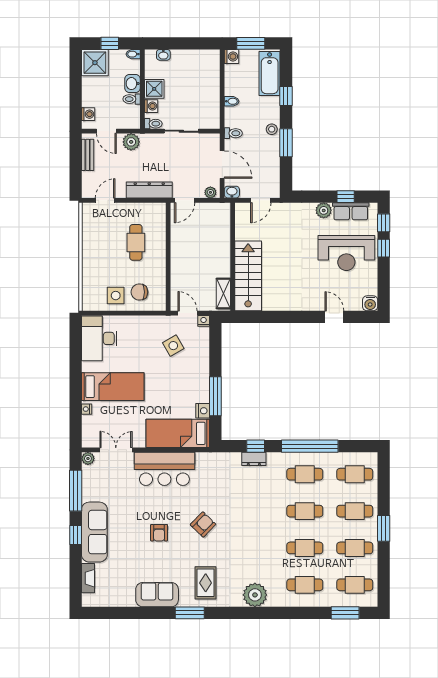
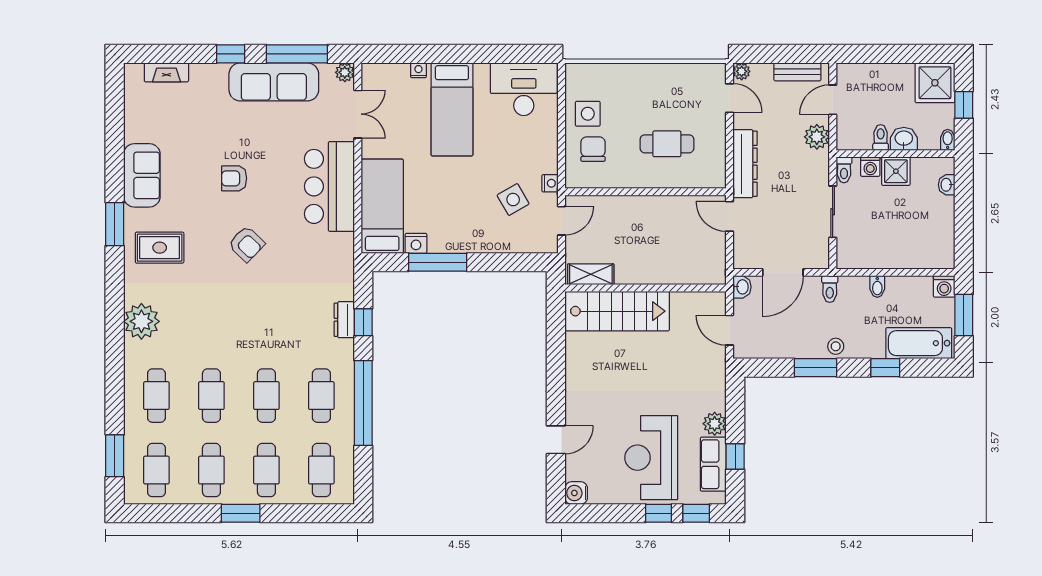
washing machine: (88, 114) -> (858, 73), removed
plant: (210, 192) -> (742, 71), moved
nightstand: (204, 321) -> (550, 183), moved
sofa: (94, 532) -> (274, 82), moved

